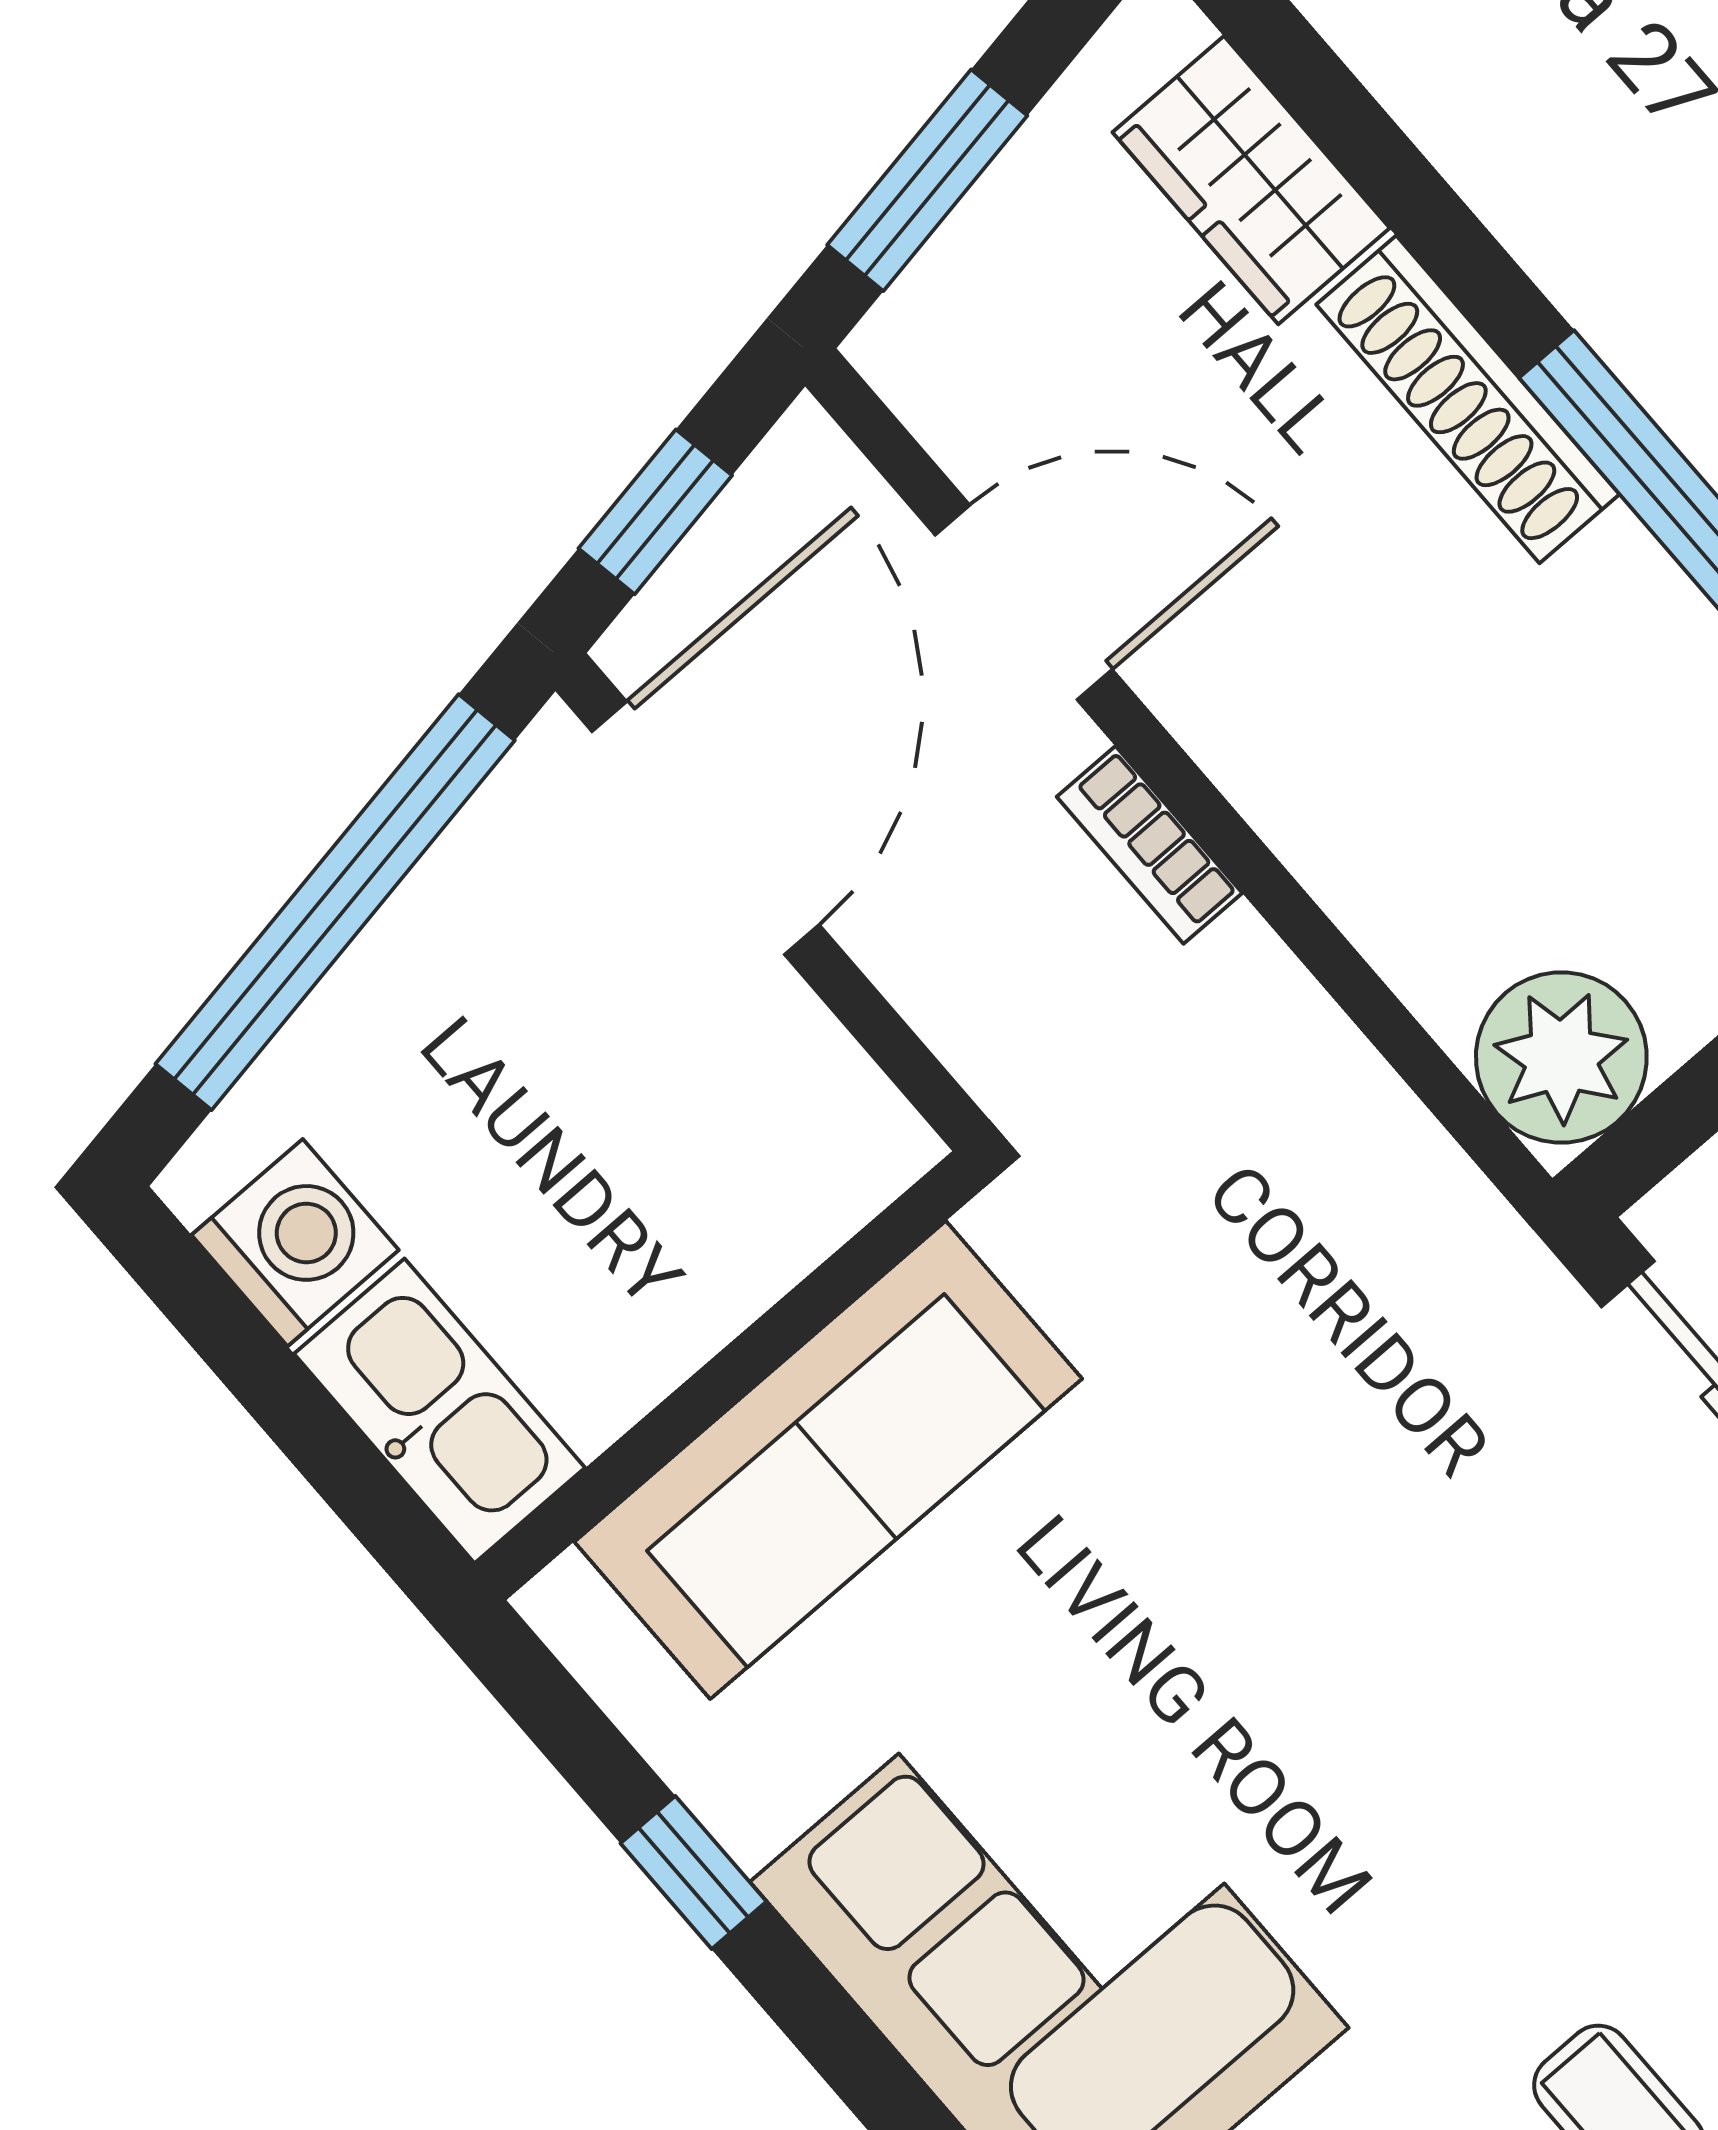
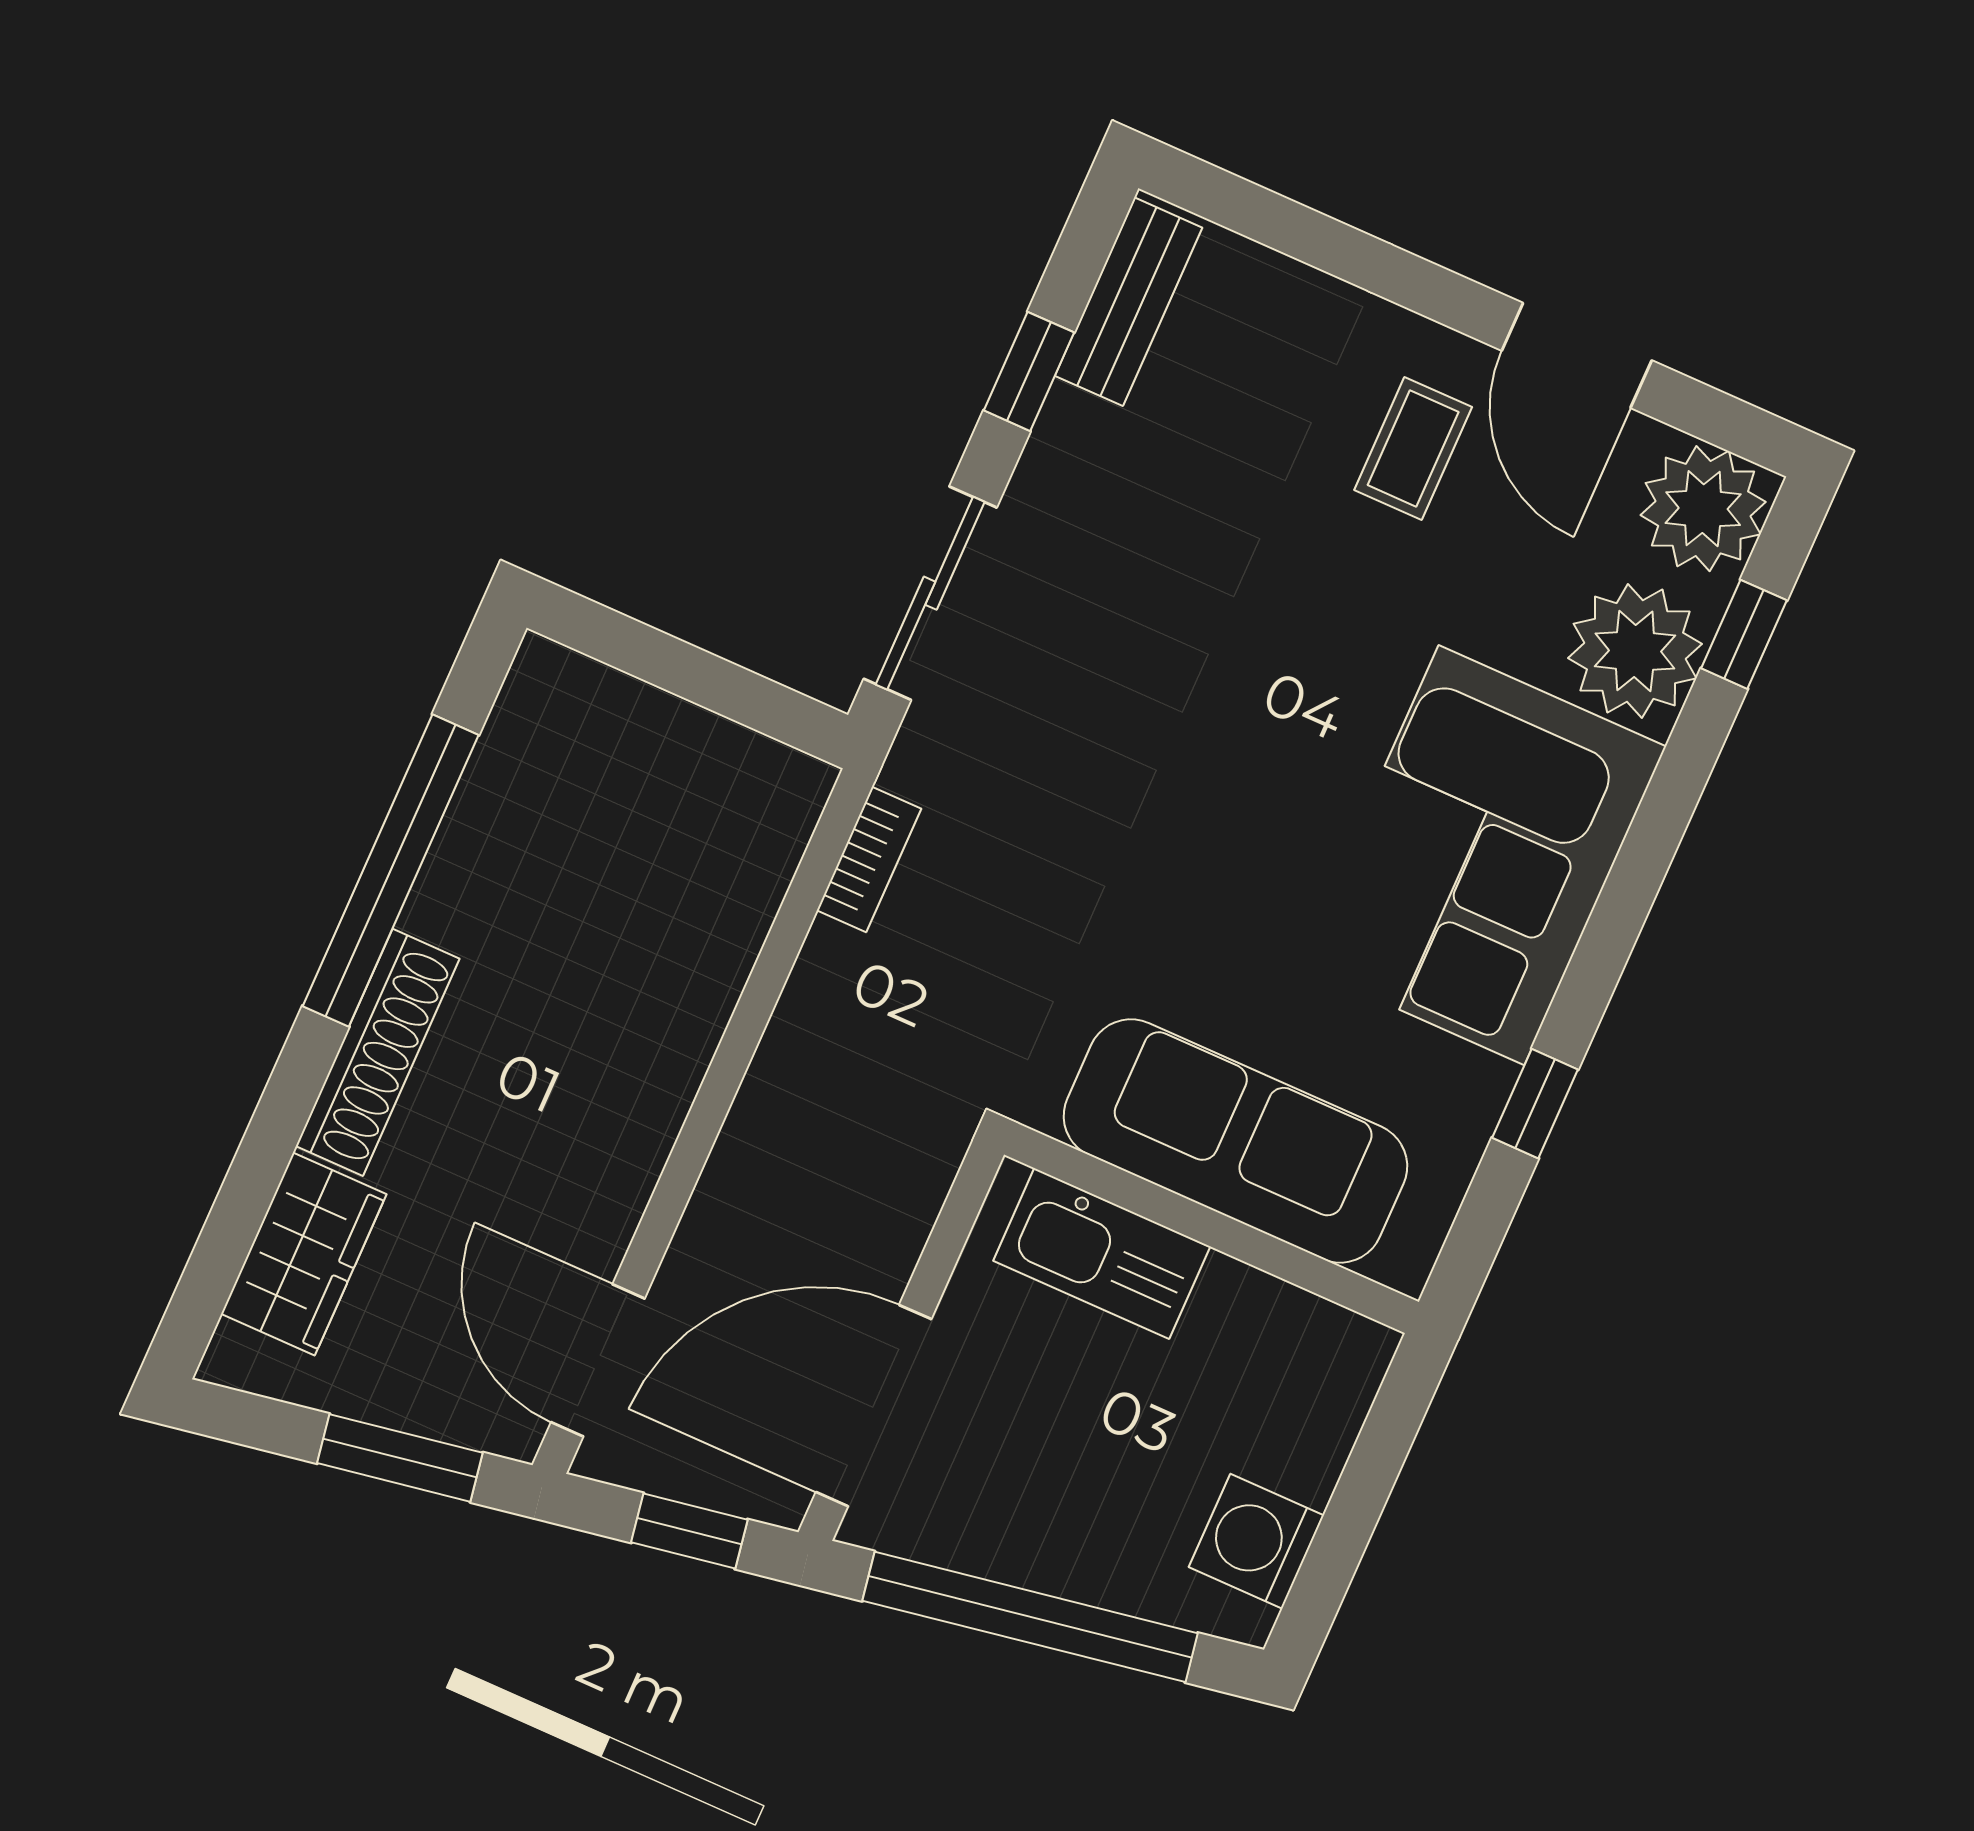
door: (1024, 602) -> (598, 1360), moved
bookcase: (1149, 845) -> (869, 859), moved
plant: (1561, 1057) -> (764, 799), removed
kitchen sink: (440, 1411) -> (1102, 1254), moved, turned -90

